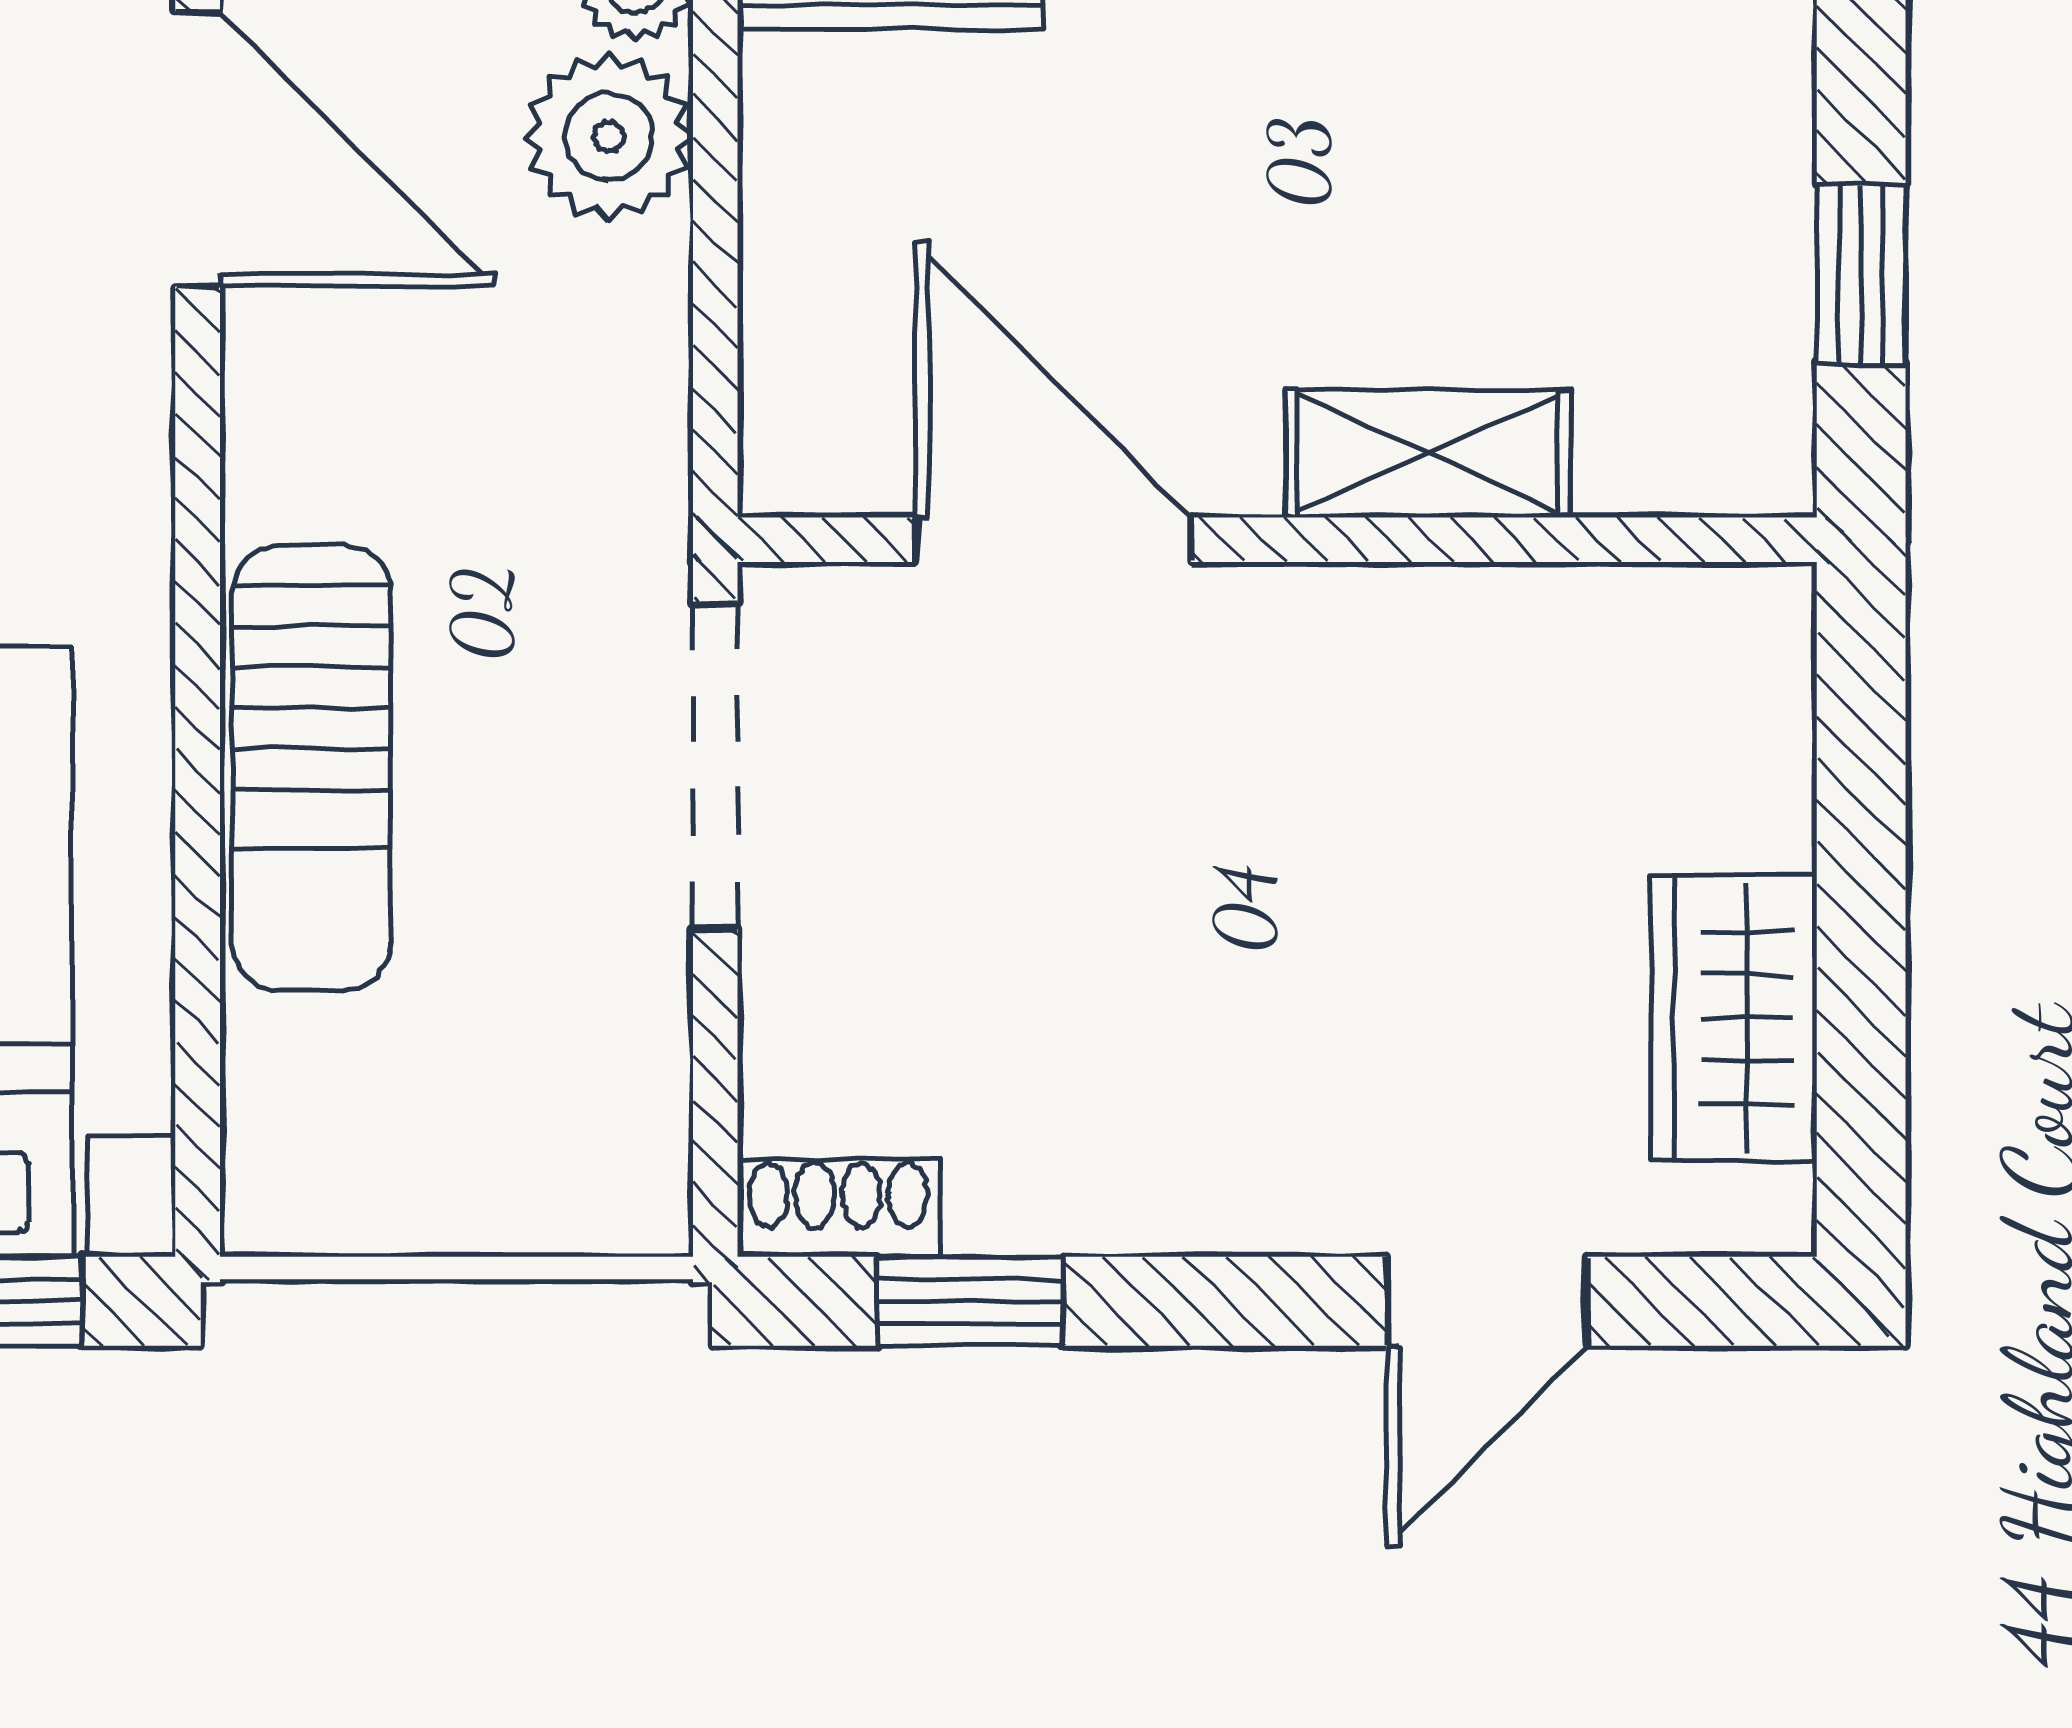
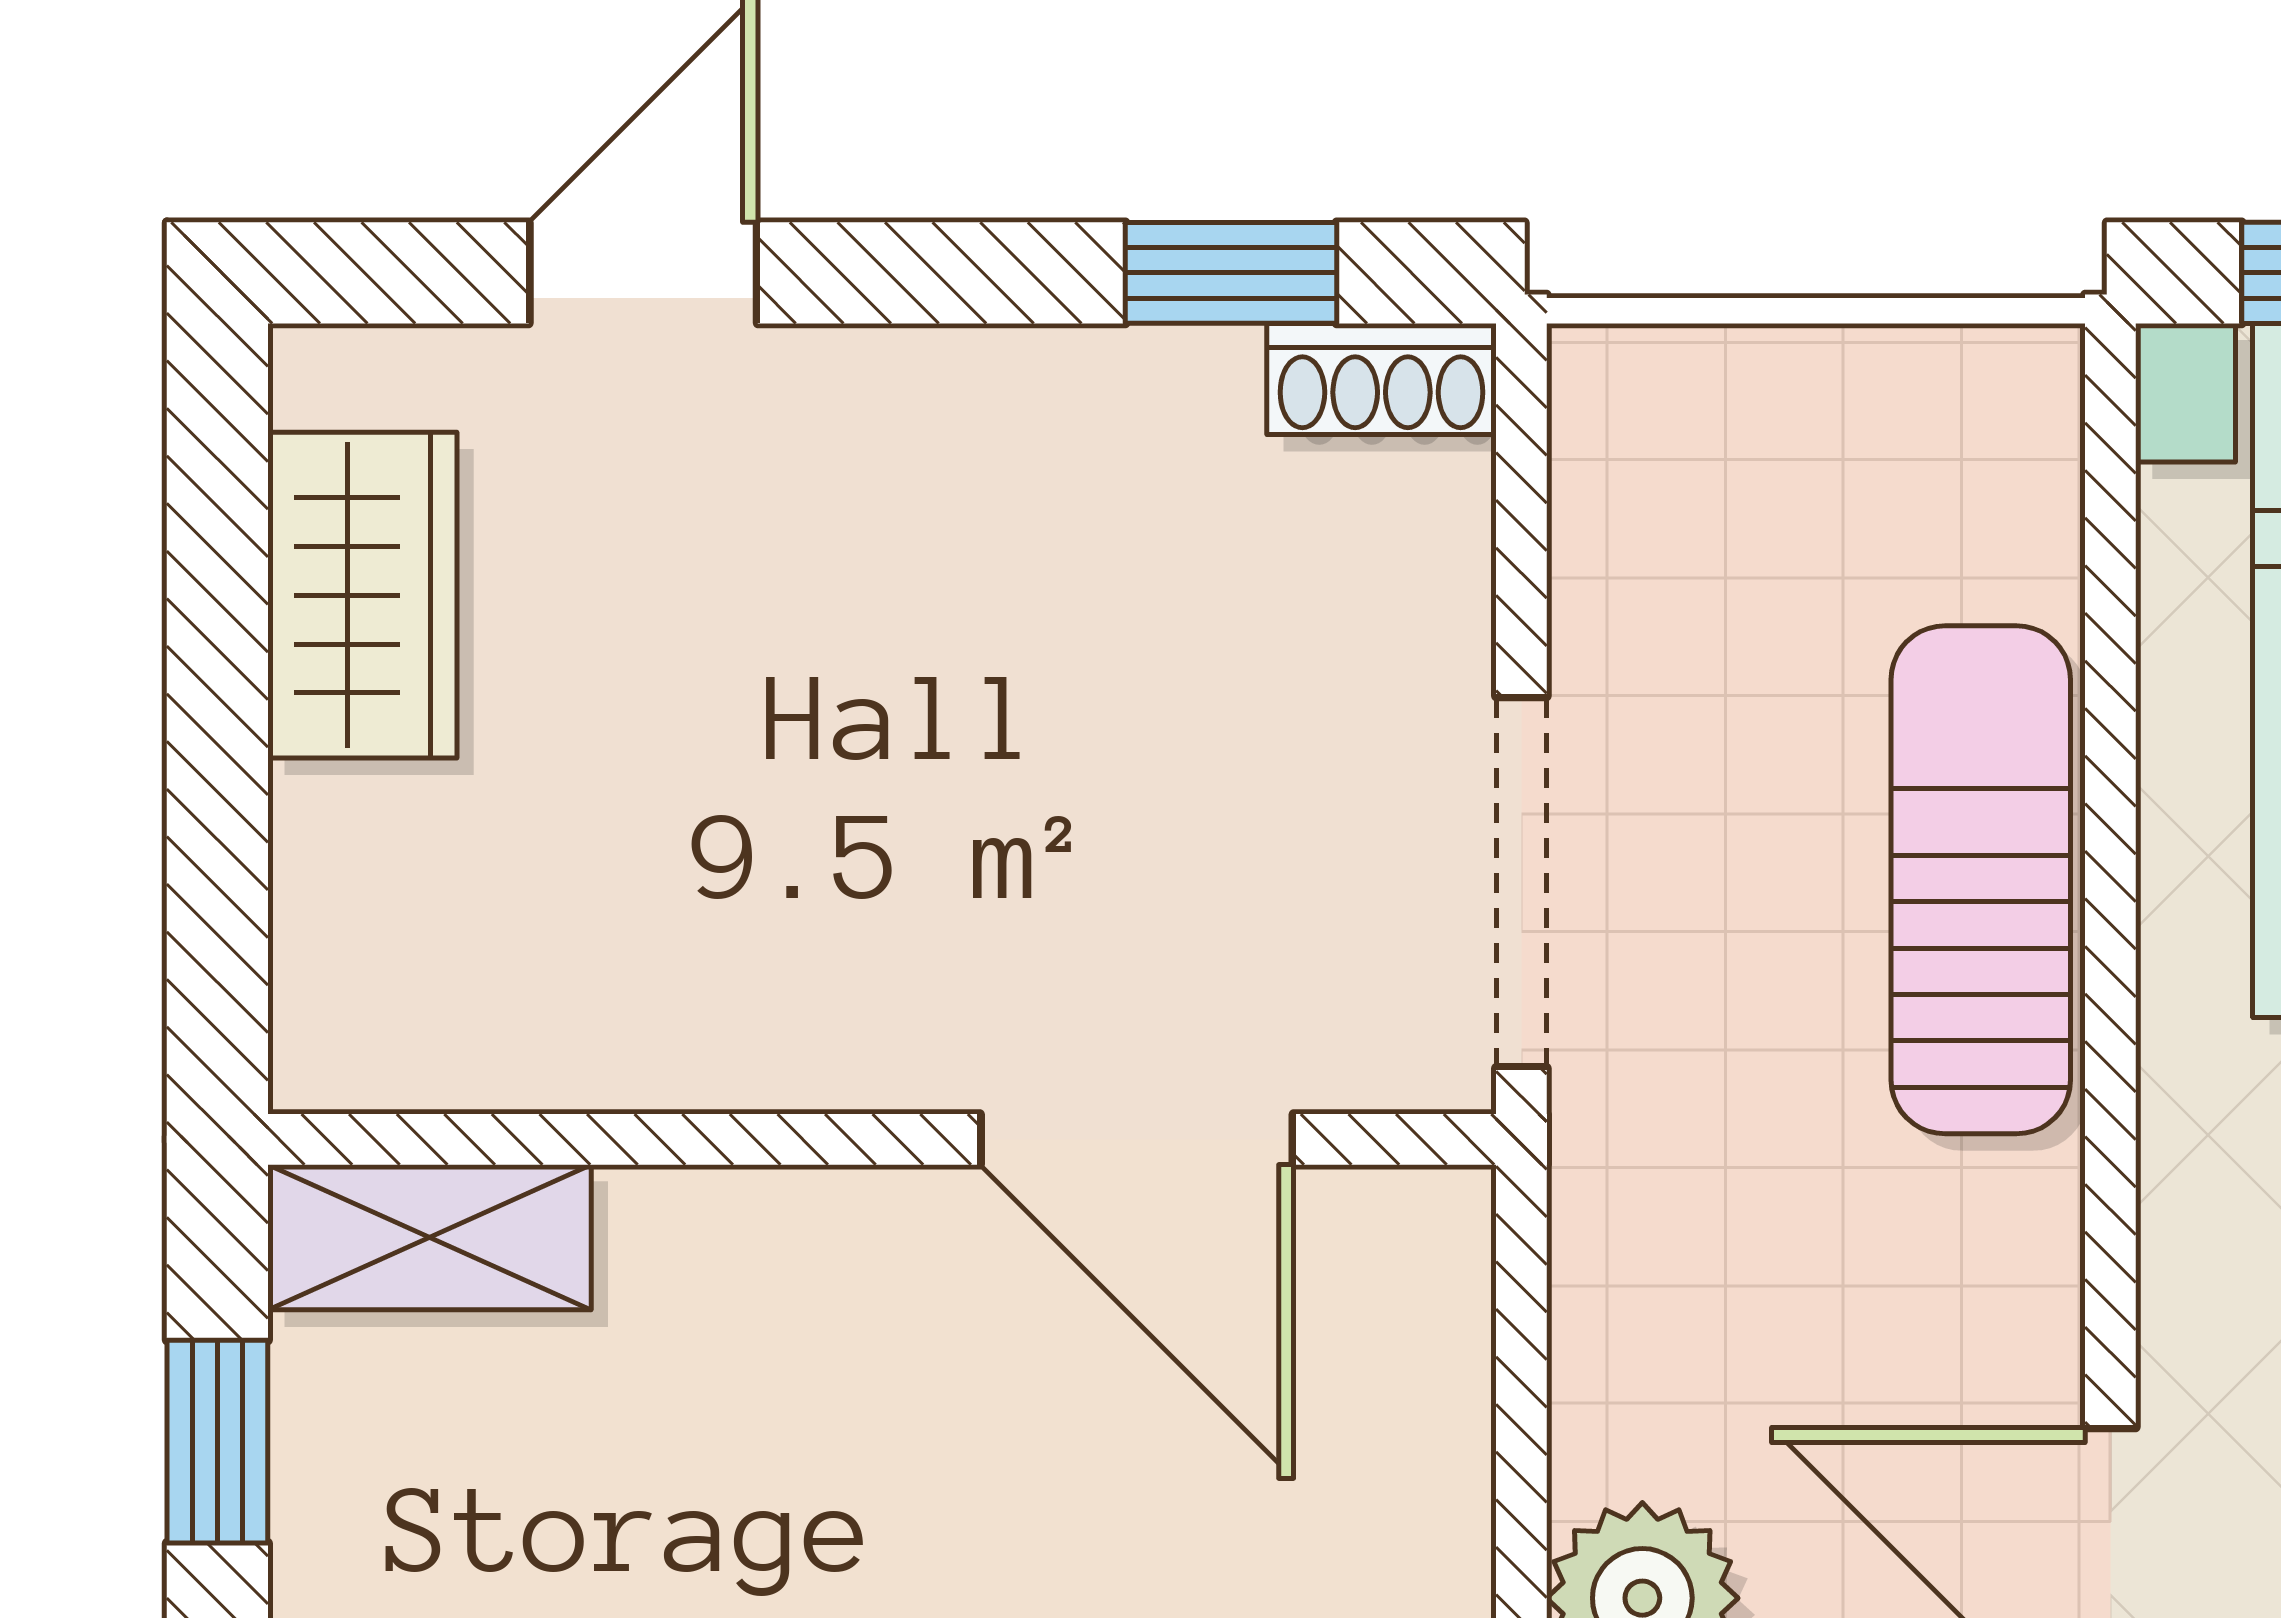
shelving: (1428, 454) -> (429, 1237), moved

